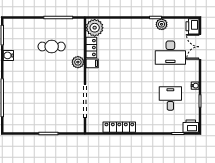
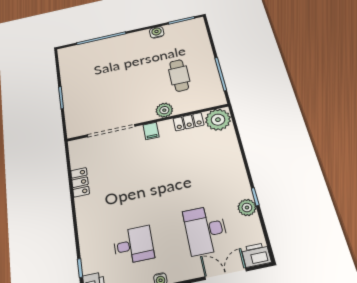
filing cabinet: (92, 63) -> (151, 131), moved
locker: (119, 127) -> (80, 182), width x0.66

